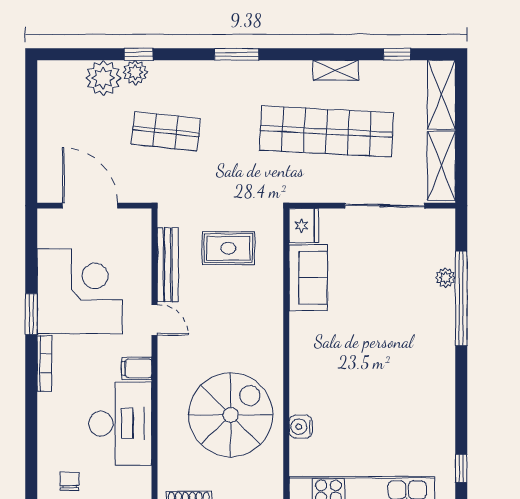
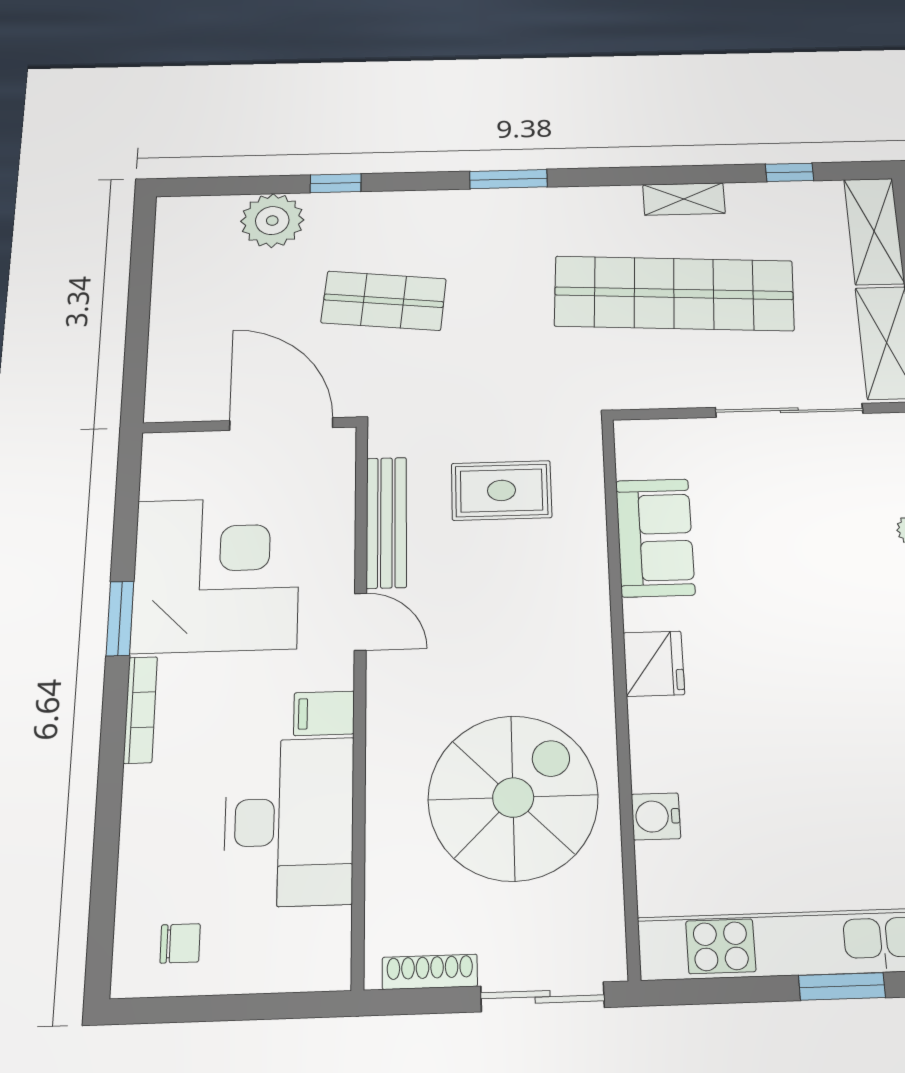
plant: (135, 72) -> (329, 211), removed
door: (90, 206) -> (281, 424), moved
fridge: (304, 226) -> (654, 664), moved
chair: (69, 481) -> (180, 943), turned 90

